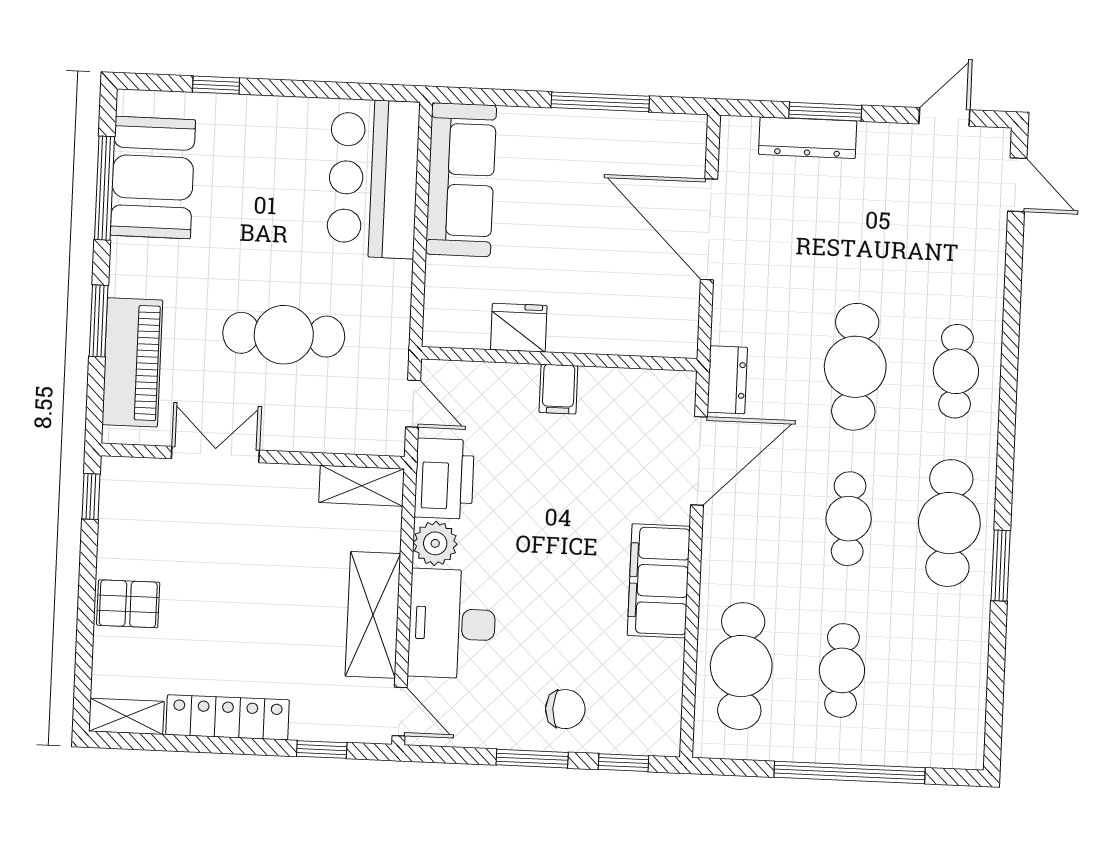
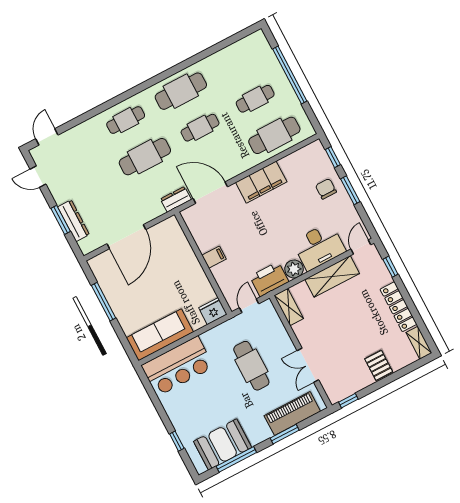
fridge: (519, 328) -> (213, 311), moved, turned 90
window: (1001, 566) -> (185, 64), removed

